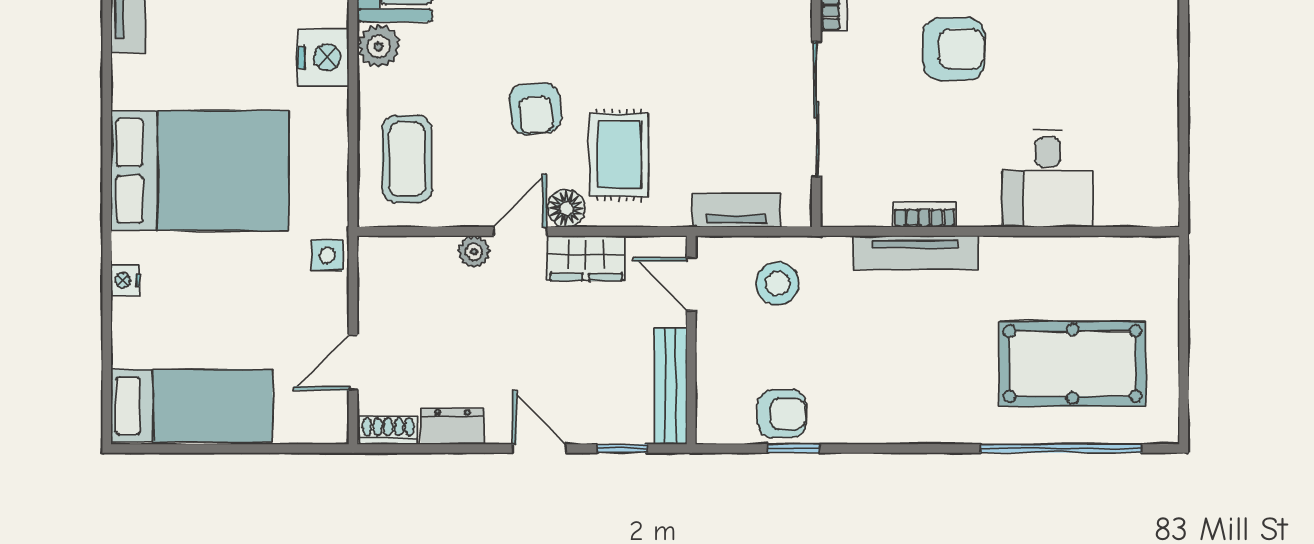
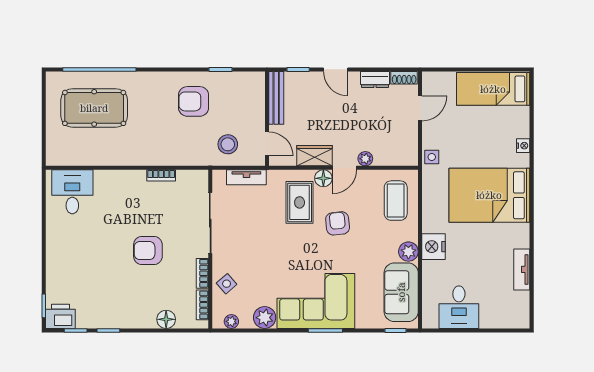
desk: (1048, 178) -> (72, 192), moved
tv unit: (915, 253) -> (165, 158), removed
armchair: (782, 414) -> (194, 101), moved, width x1.38, depth x1.38

